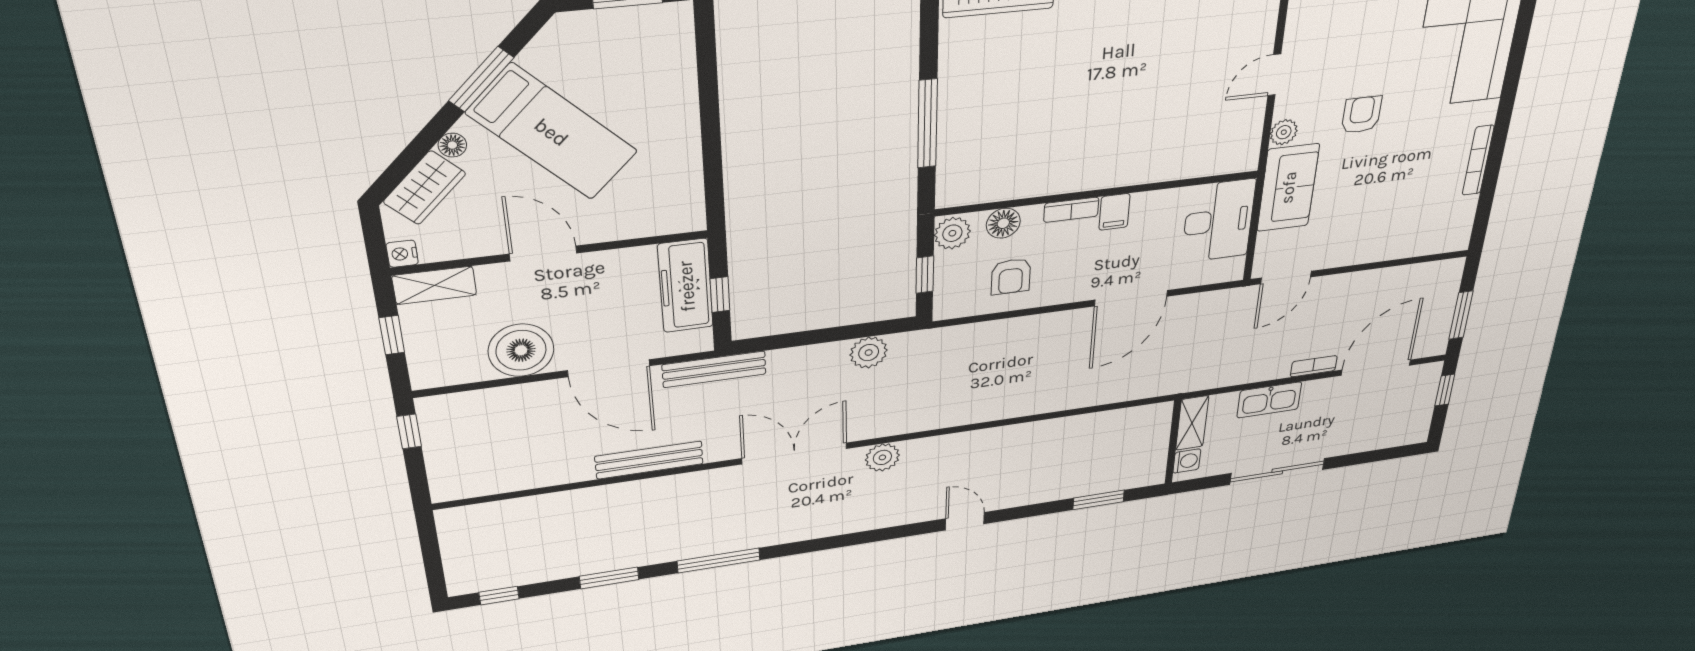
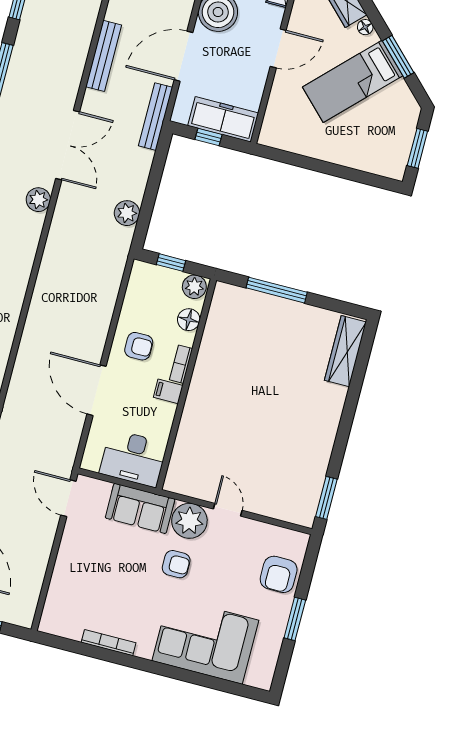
plant: (1284, 132) -> (189, 521), width x1.87, depth x1.87
armchair: (1011, 276) -> (139, 346), moved, turned 180

